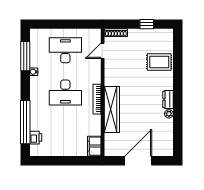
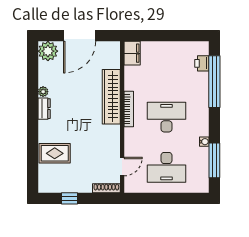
plant: (165, 148) -> (48, 51), added

